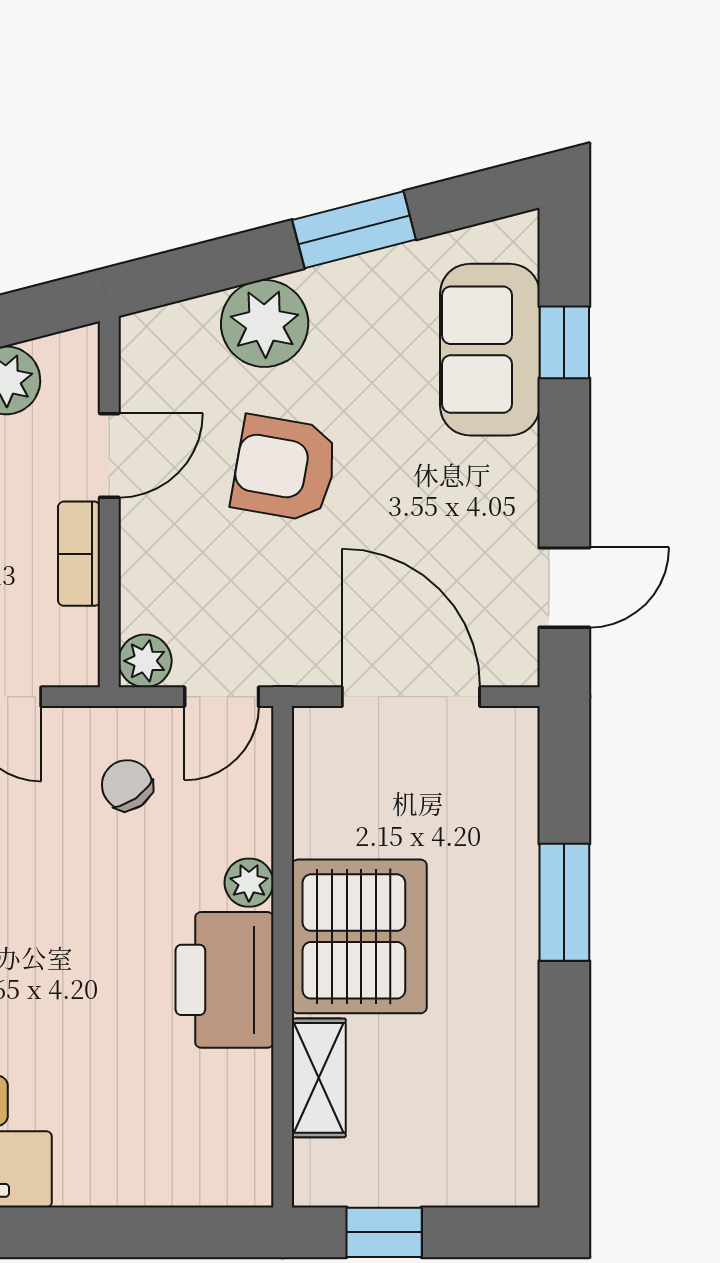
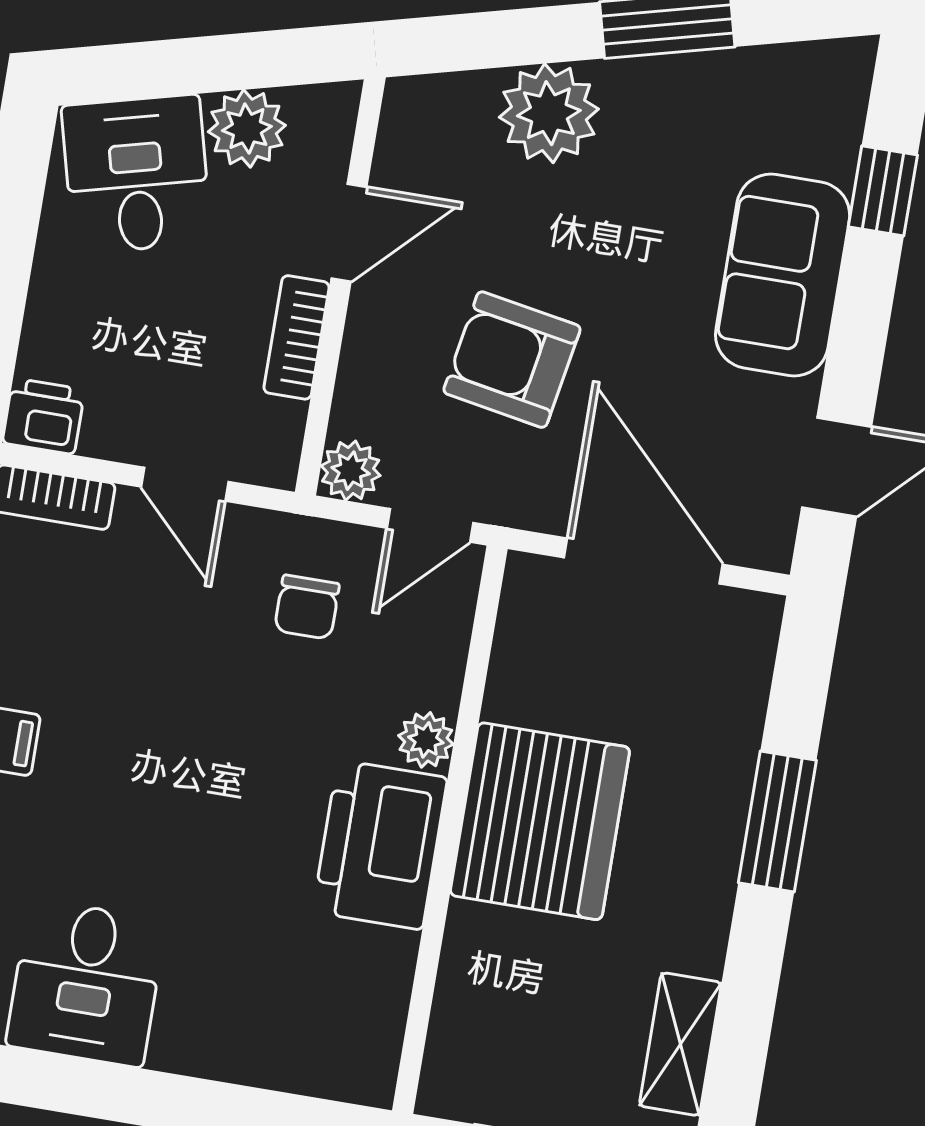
sofa: (490, 350) -> (783, 275), moved
armchair: (285, 468) -> (512, 360), moved
chair: (127, 785) -> (307, 607), turned -145
shelving: (319, 1078) -> (680, 1044), moved

